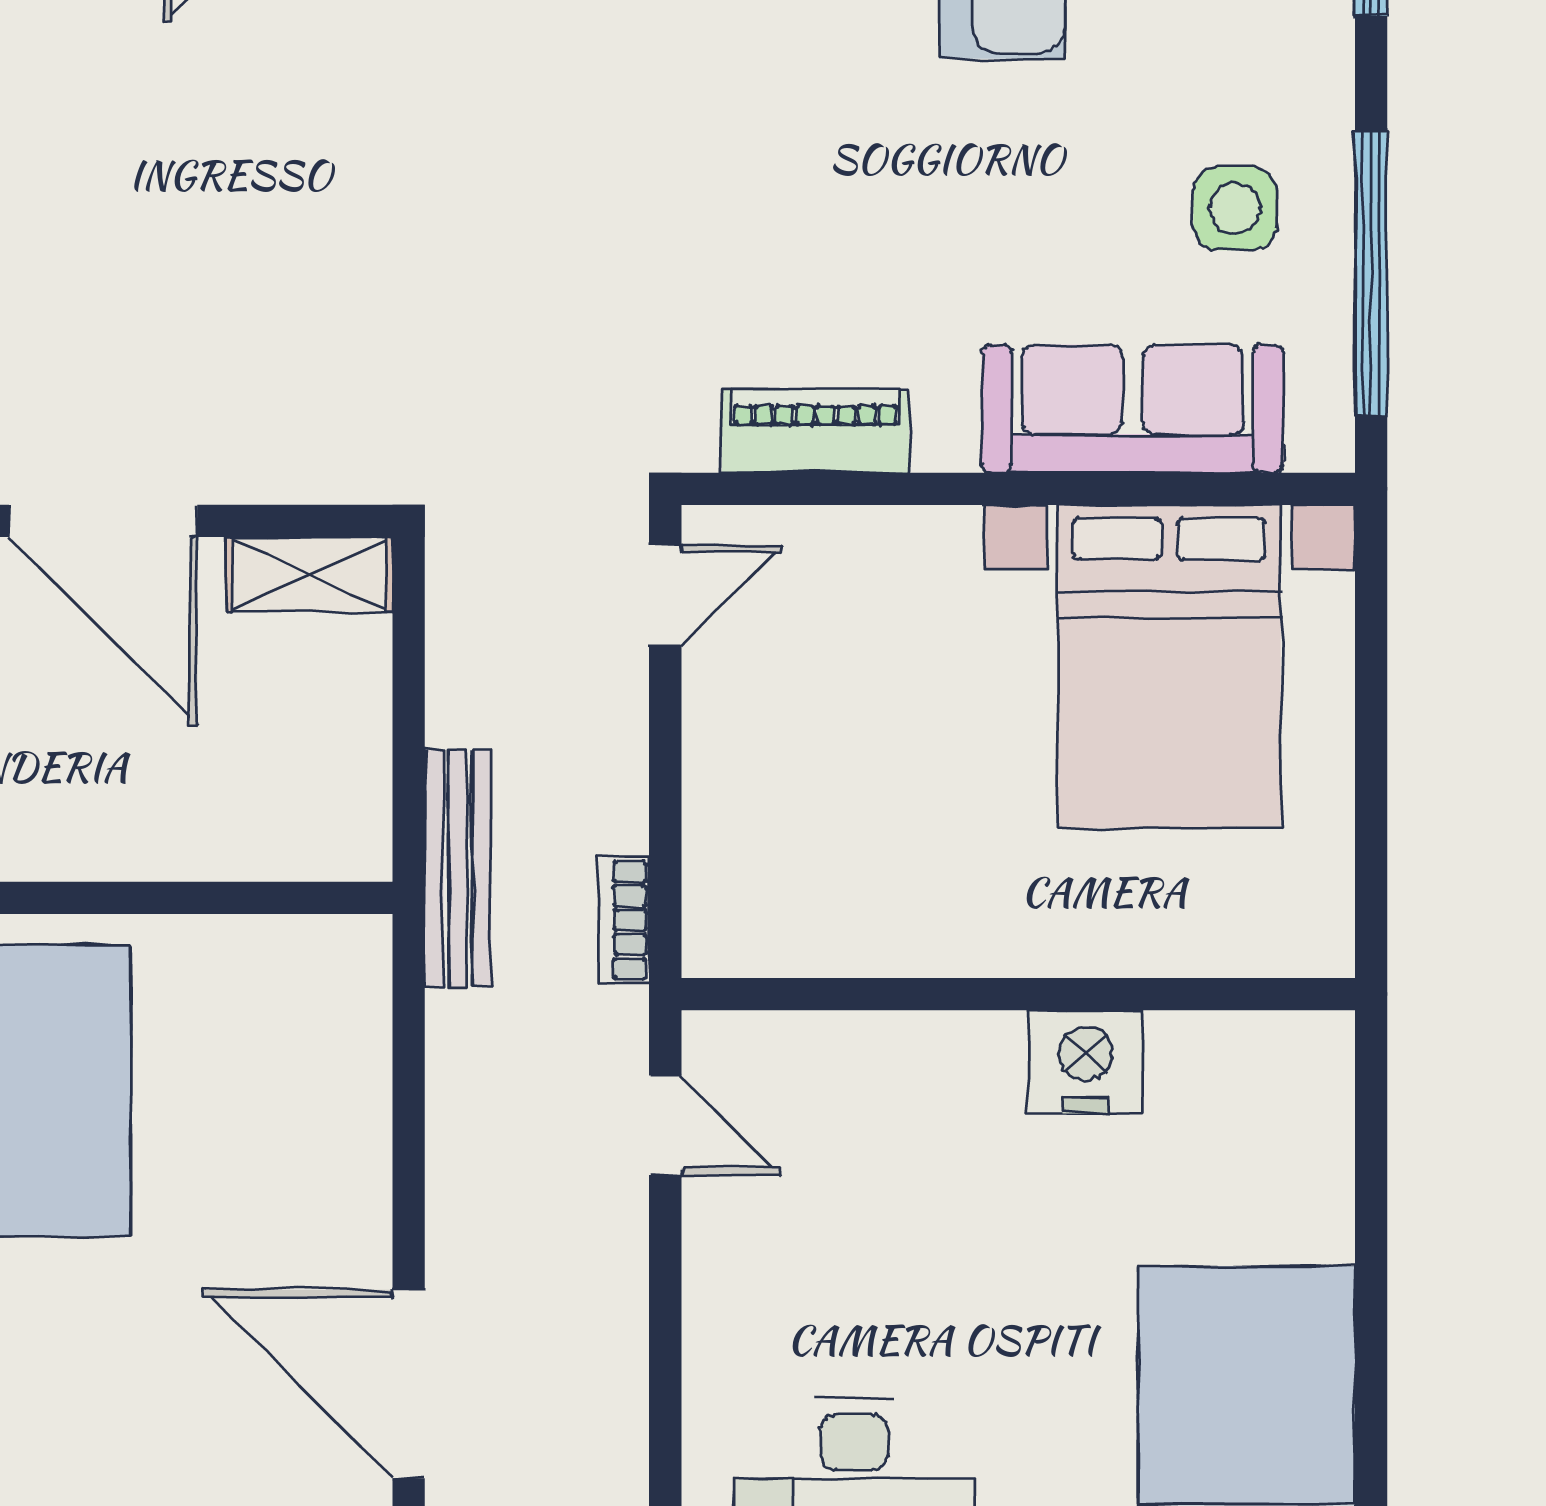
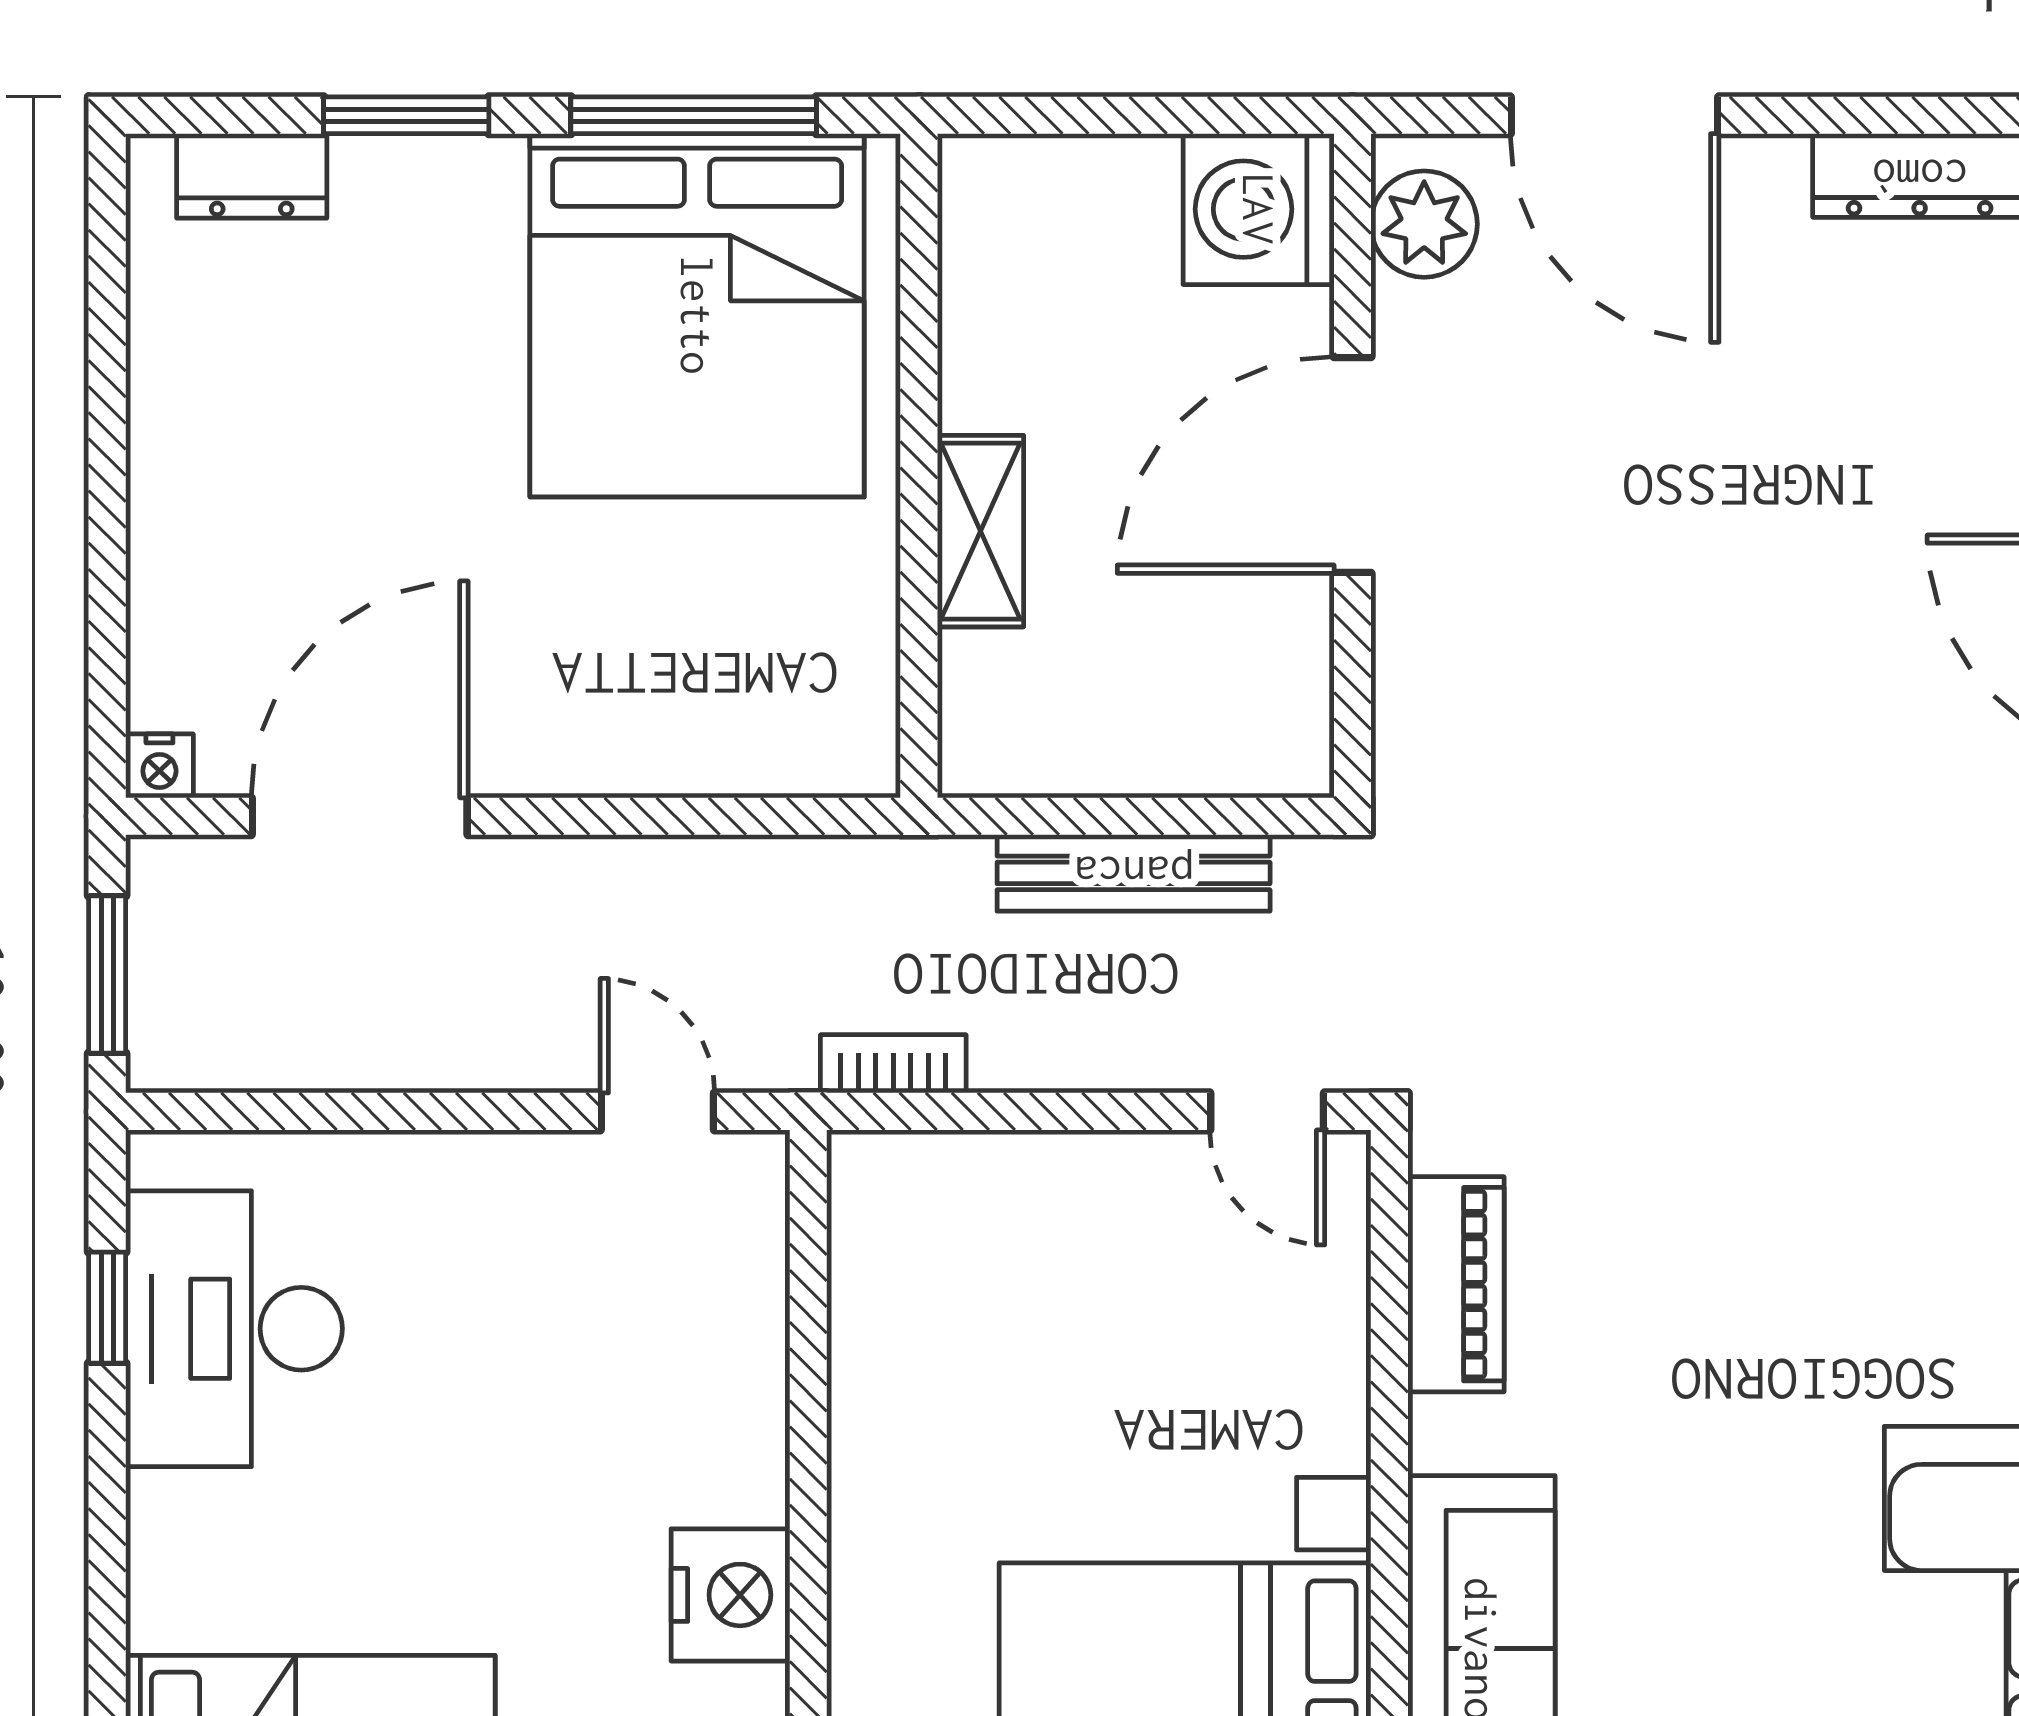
shelving: (309, 574) -> (980, 531), moved
bench: (458, 868) -> (1134, 873), moved
door: (665, 1125) -> (657, 1111), swing flipped

